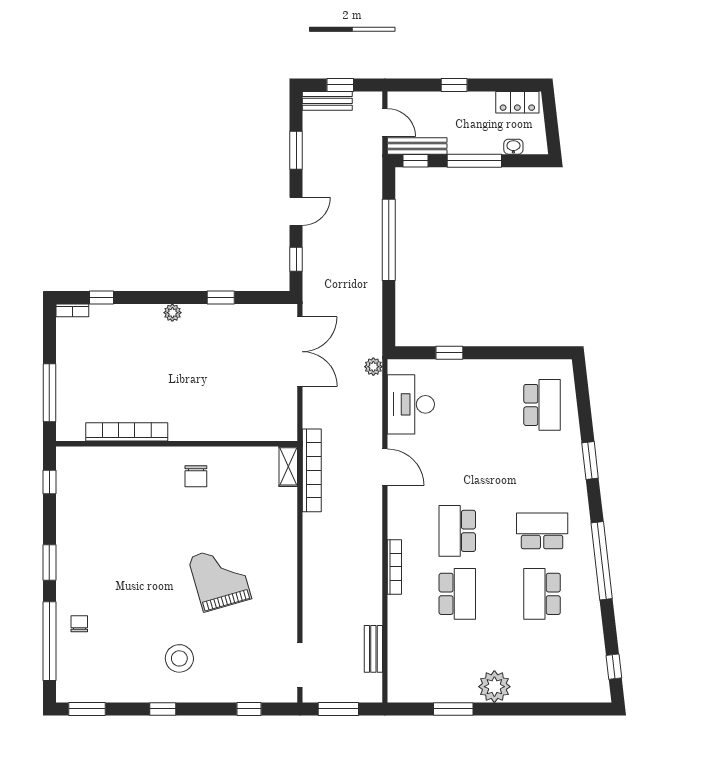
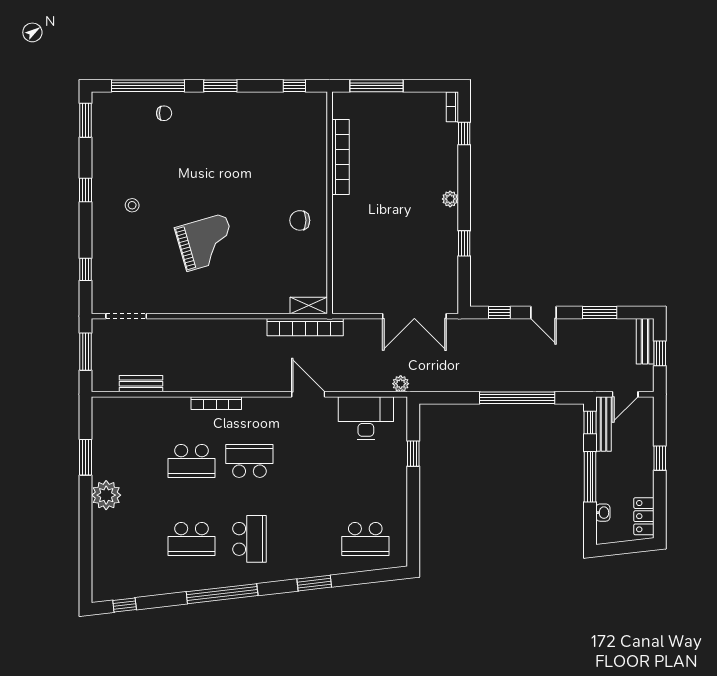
door: (385, 467) -> (308, 394), swing flipped
school desk: (542, 594) -> (192, 539), turned 180
stool: (179, 658) -> (132, 205), width x0.53, depth x0.53

